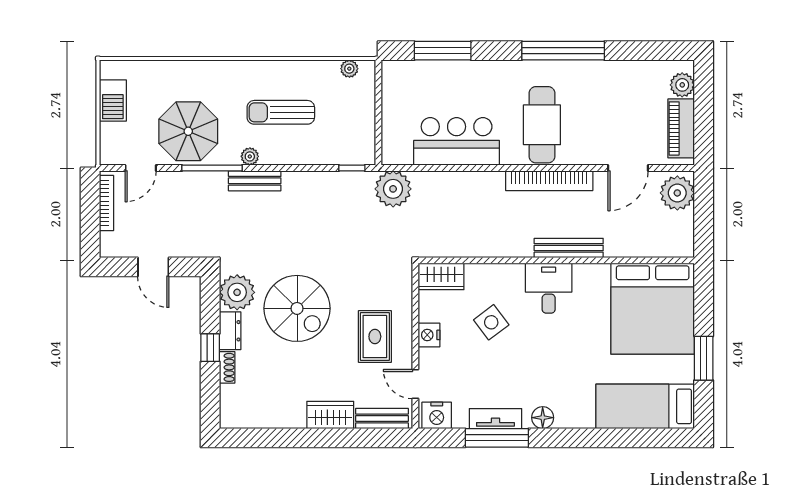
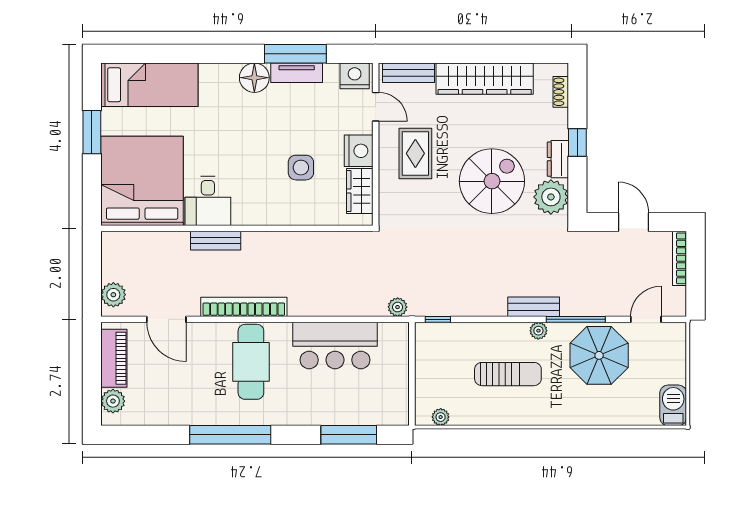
barbecue: (113, 101) -> (673, 405), moved
door: (628, 168) -> (166, 319), swing flipped
plant: (393, 189) -> (398, 307), width x0.53, depth x0.53
plant: (677, 193) -> (113, 295), width x0.73, depth x0.73
bookcase: (106, 203) -> (680, 258), moved
bench: (569, 248) -> (216, 241), width x0.73
wardrobe: (441, 276) -> (360, 191), moved, turned -90
desk: (549, 288) -> (208, 201), moved
spiral stairs: (297, 308) -> (492, 181), turned 90
side table: (491, 322) -> (301, 168), turned 37
nightstand: (429, 335) -> (359, 151), width x1.36, depth x1.33
shoe rack: (227, 367) -> (561, 92), moved
wardrobe: (330, 415) -> (485, 79), width x2.10, depth x1.17
floor lamp: (543, 418) -> (254, 78), width x1.38, depth x1.38

